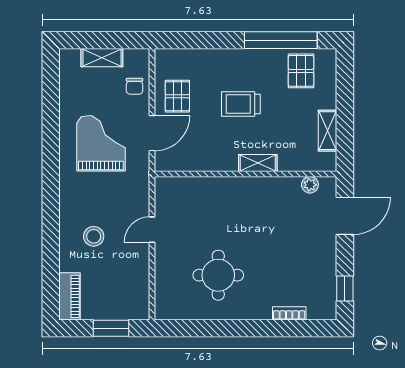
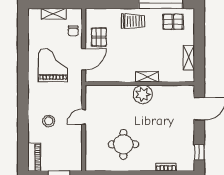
pallet: (301, 71) -> (173, 22), turned 90
trolley: (241, 104) -> (133, 21), moved, turned 180
plant: (310, 185) -> (143, 95), moved, width x1.88, depth x1.88

